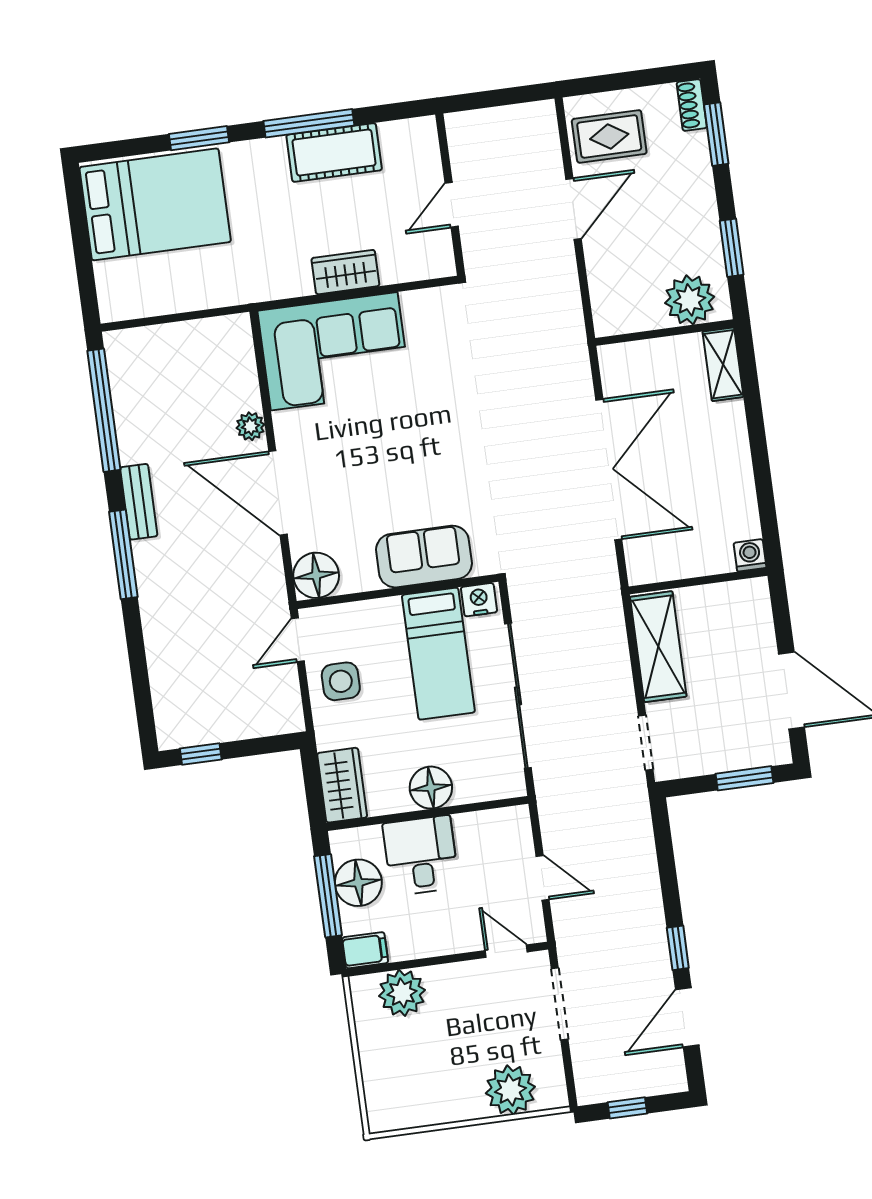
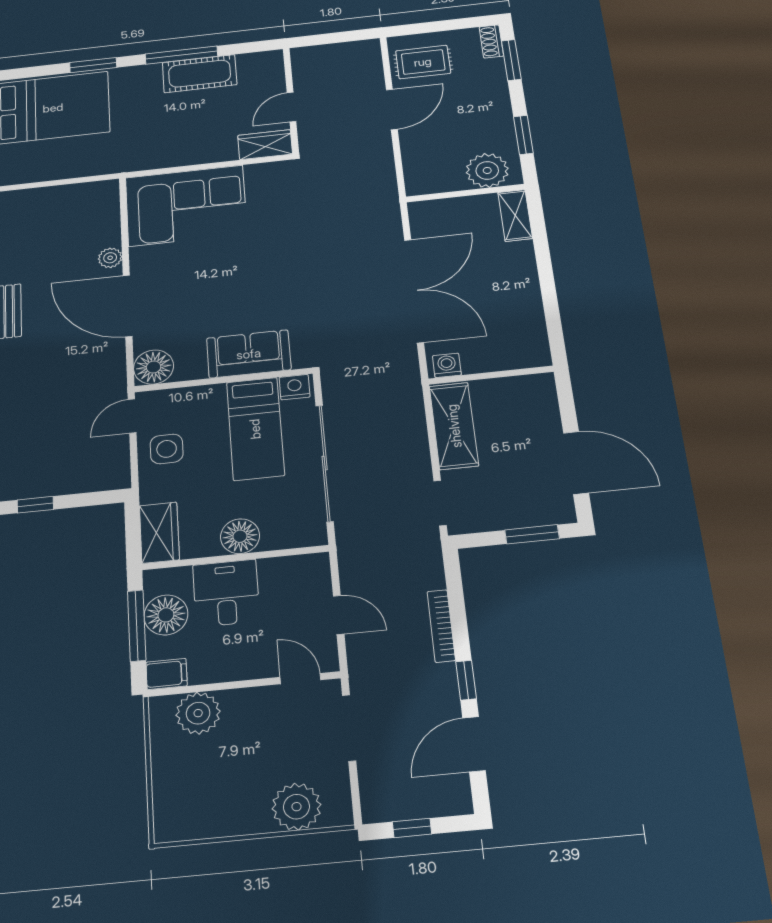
wardrobe: (345, 272) -> (265, 145), moved
washing machine: (750, 555) -> (447, 365), moved
bookcase: (651, 887) -> (441, 626), added

